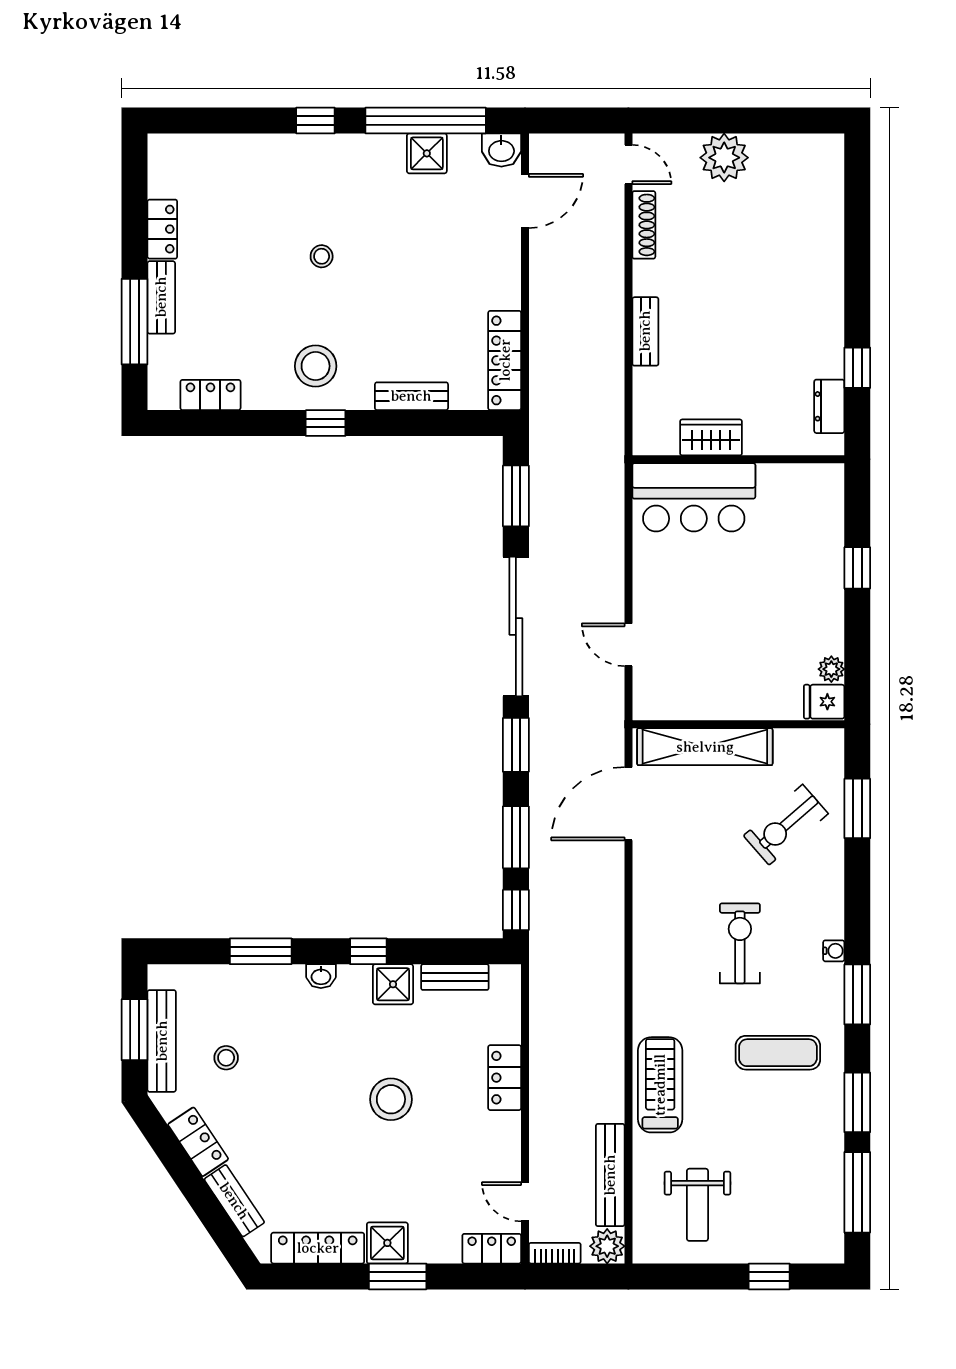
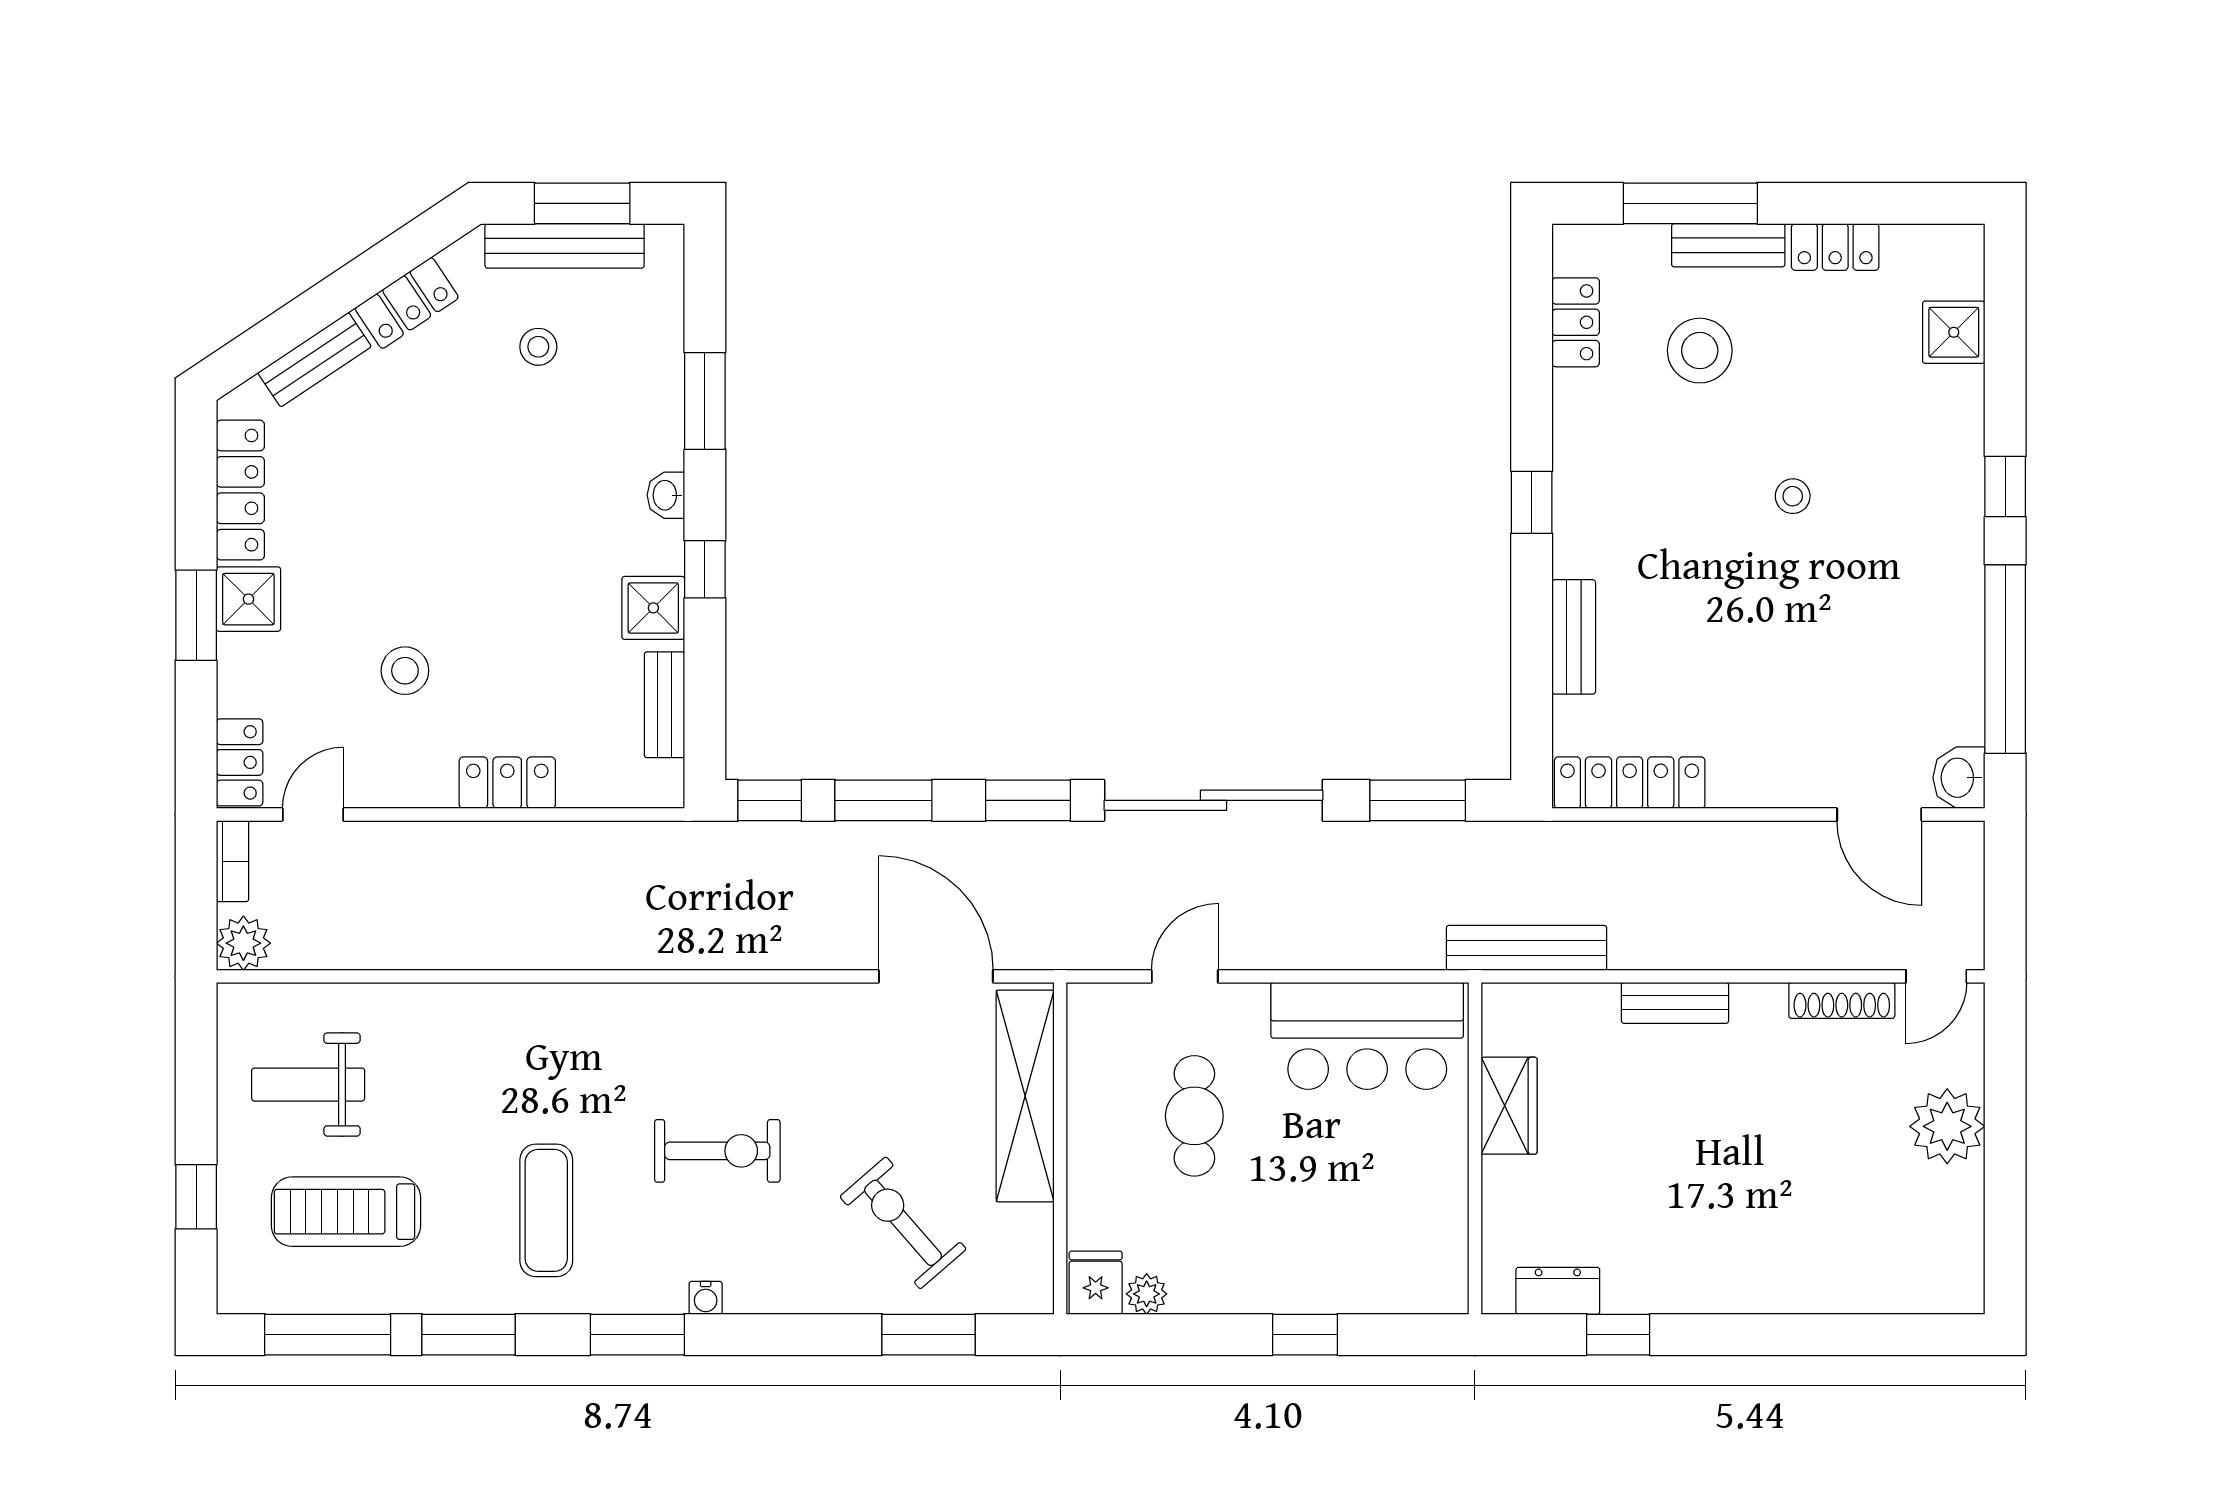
shower: (427, 153) -> (1954, 332), moved
stool: (316, 366) -> (1700, 351), moved
bar counter: (694, 497) -> (1367, 1036), moved, turned -90
cafe table: (718, 639) -> (1194, 1116), added
treadmill: (660, 1085) -> (346, 1212), moved, turned 180
stool: (391, 1099) -> (405, 671), moved, width x0.73, depth x0.73
bench: (610, 1175) -> (1527, 948), moved

